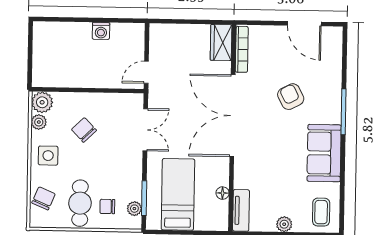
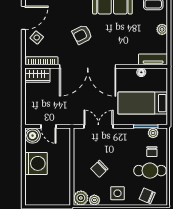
washing machine: (101, 31) -> (36, 163), width x1.89, depth x1.89
boiler: (134, 34) -> (33, 136), added
side table: (276, 43) -> (37, 38), added
door: (146, 72) -> (48, 126), moved
armchair: (291, 97) -> (82, 34), moved

